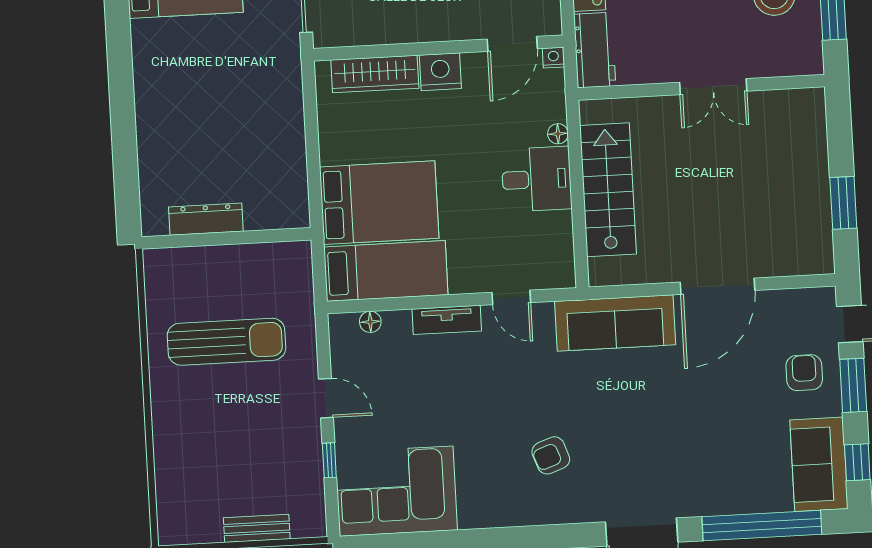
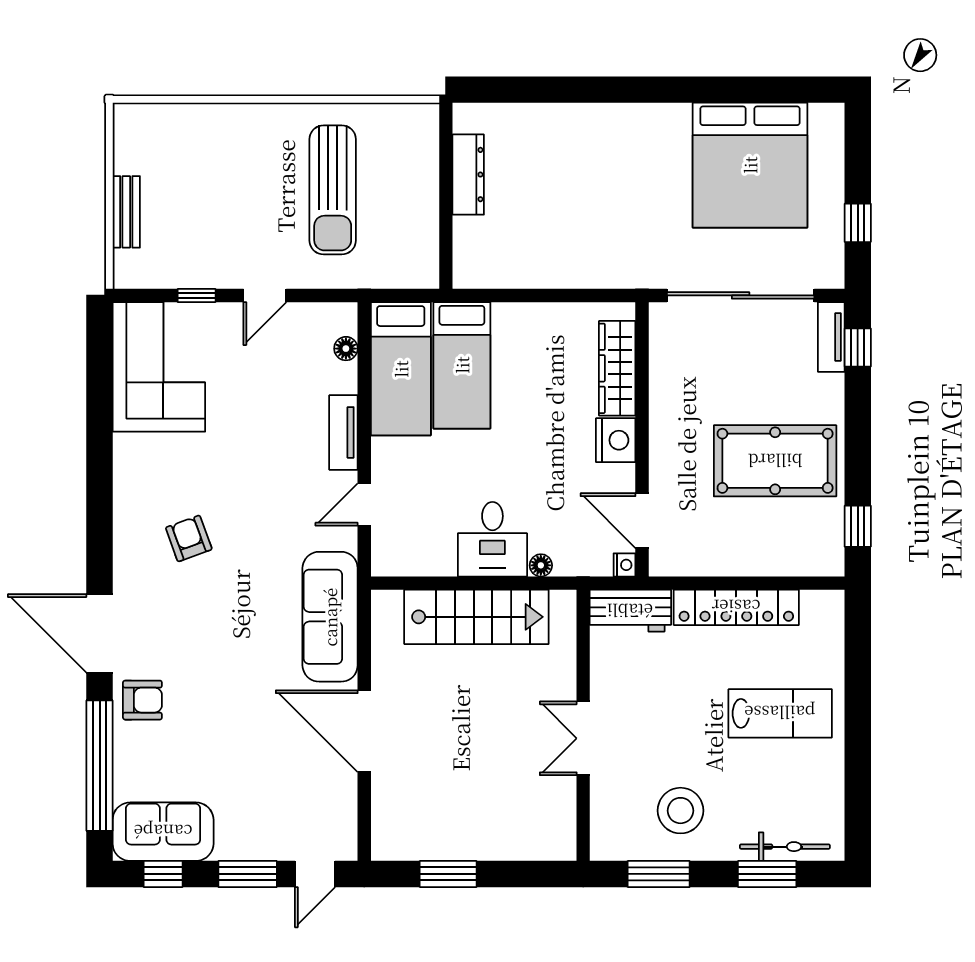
bed: (379, 203) -> (462, 365), width x0.67
armchair: (804, 373) -> (142, 700), moved

